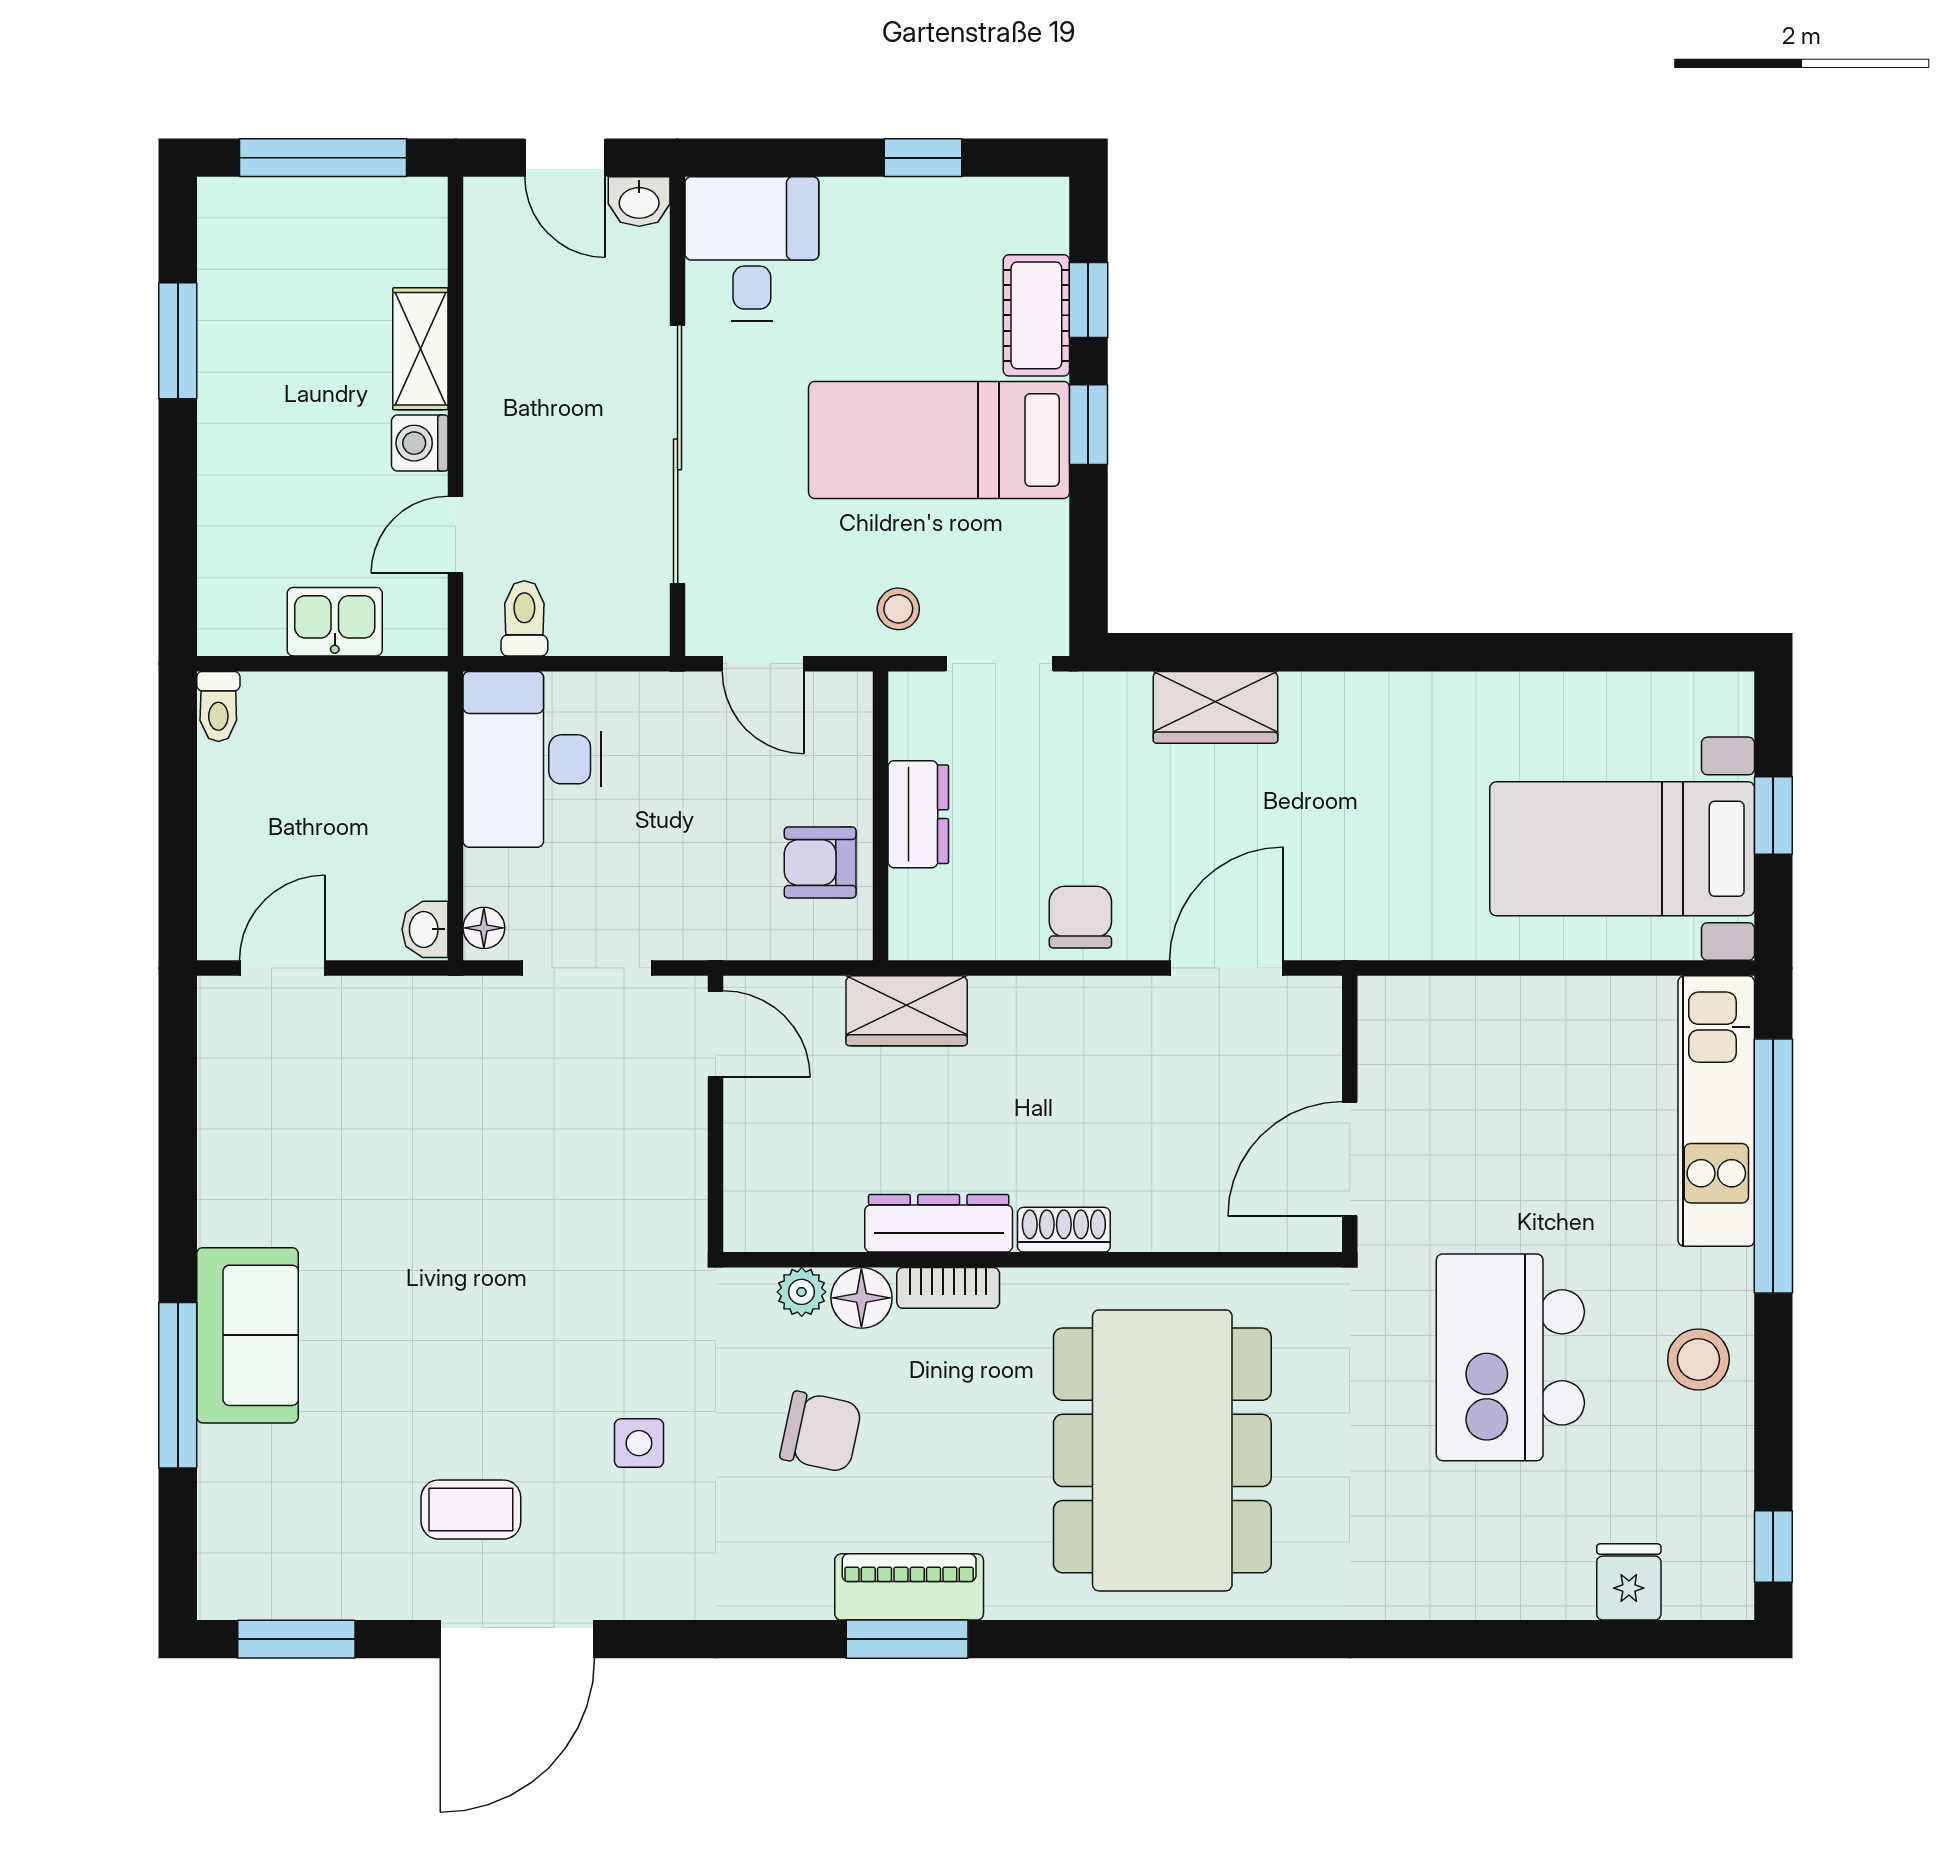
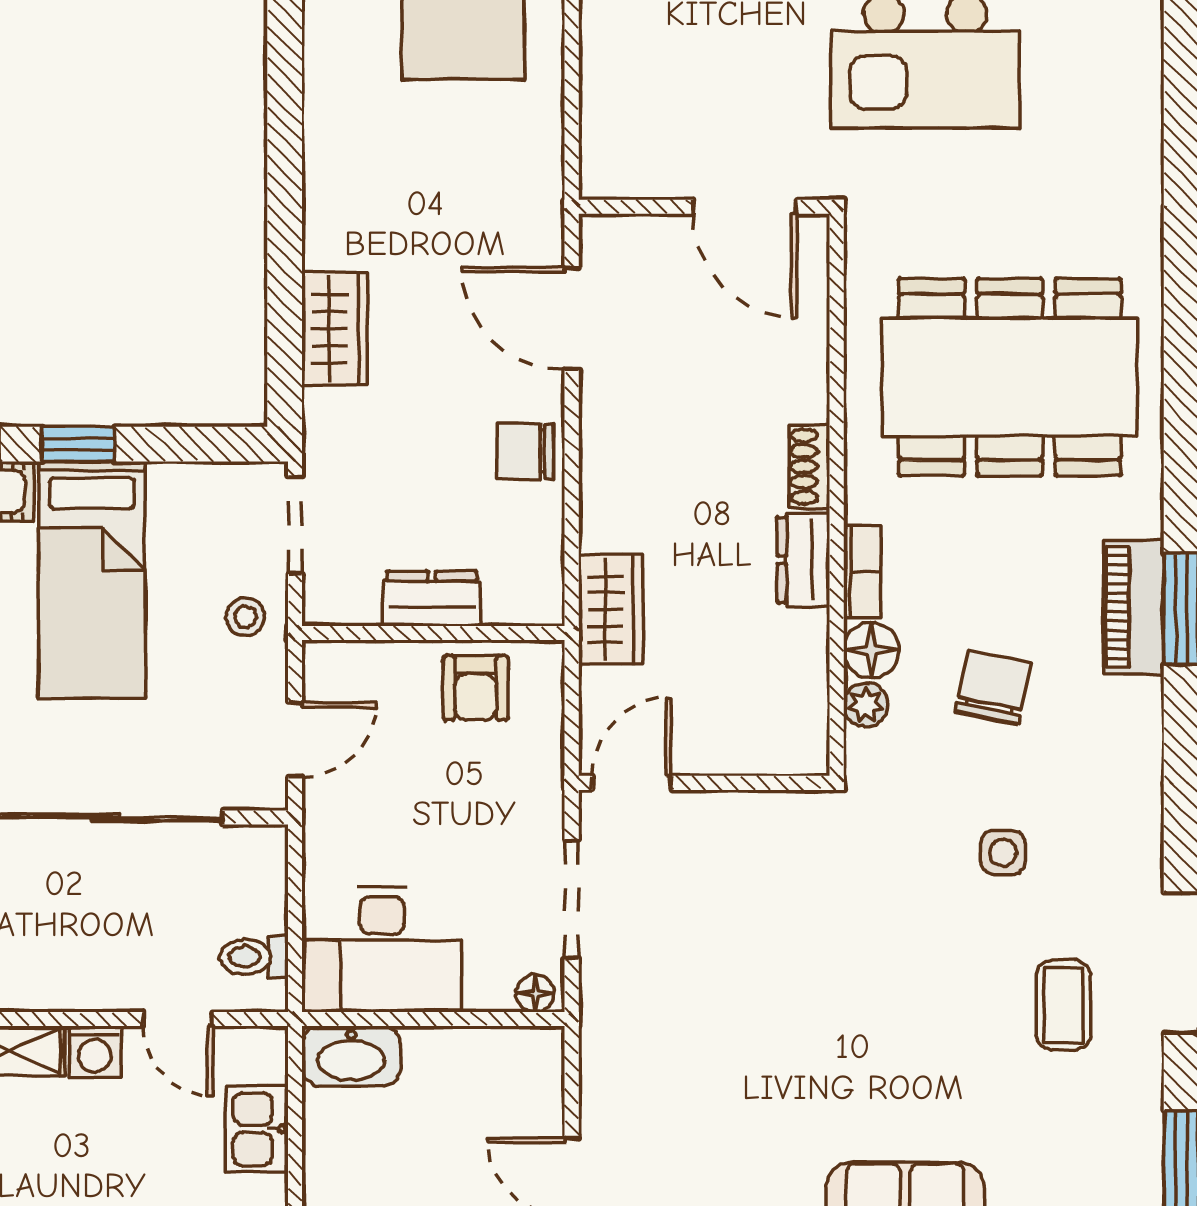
washbasin: (425, 929) -> (351, 1056), moved, width x1.91, depth x1.45
dresser: (939, 1223) -> (803, 560), width x0.70

